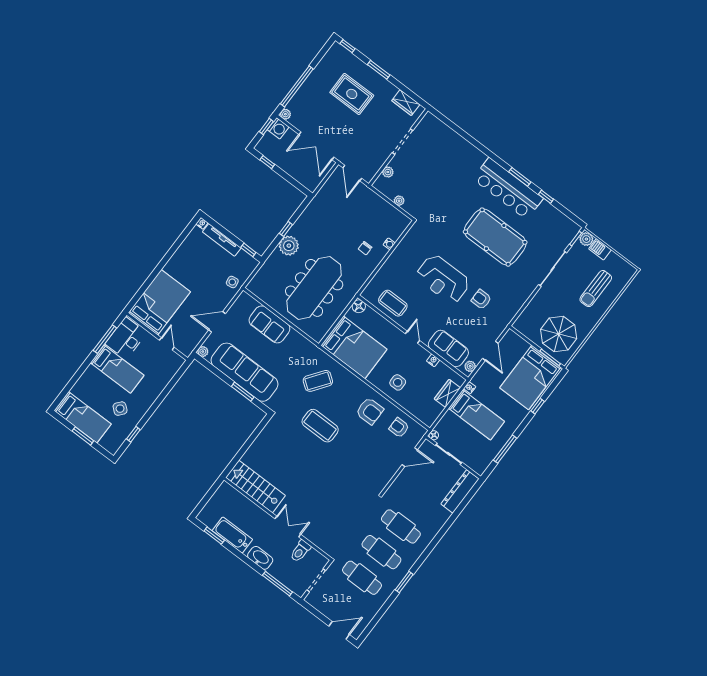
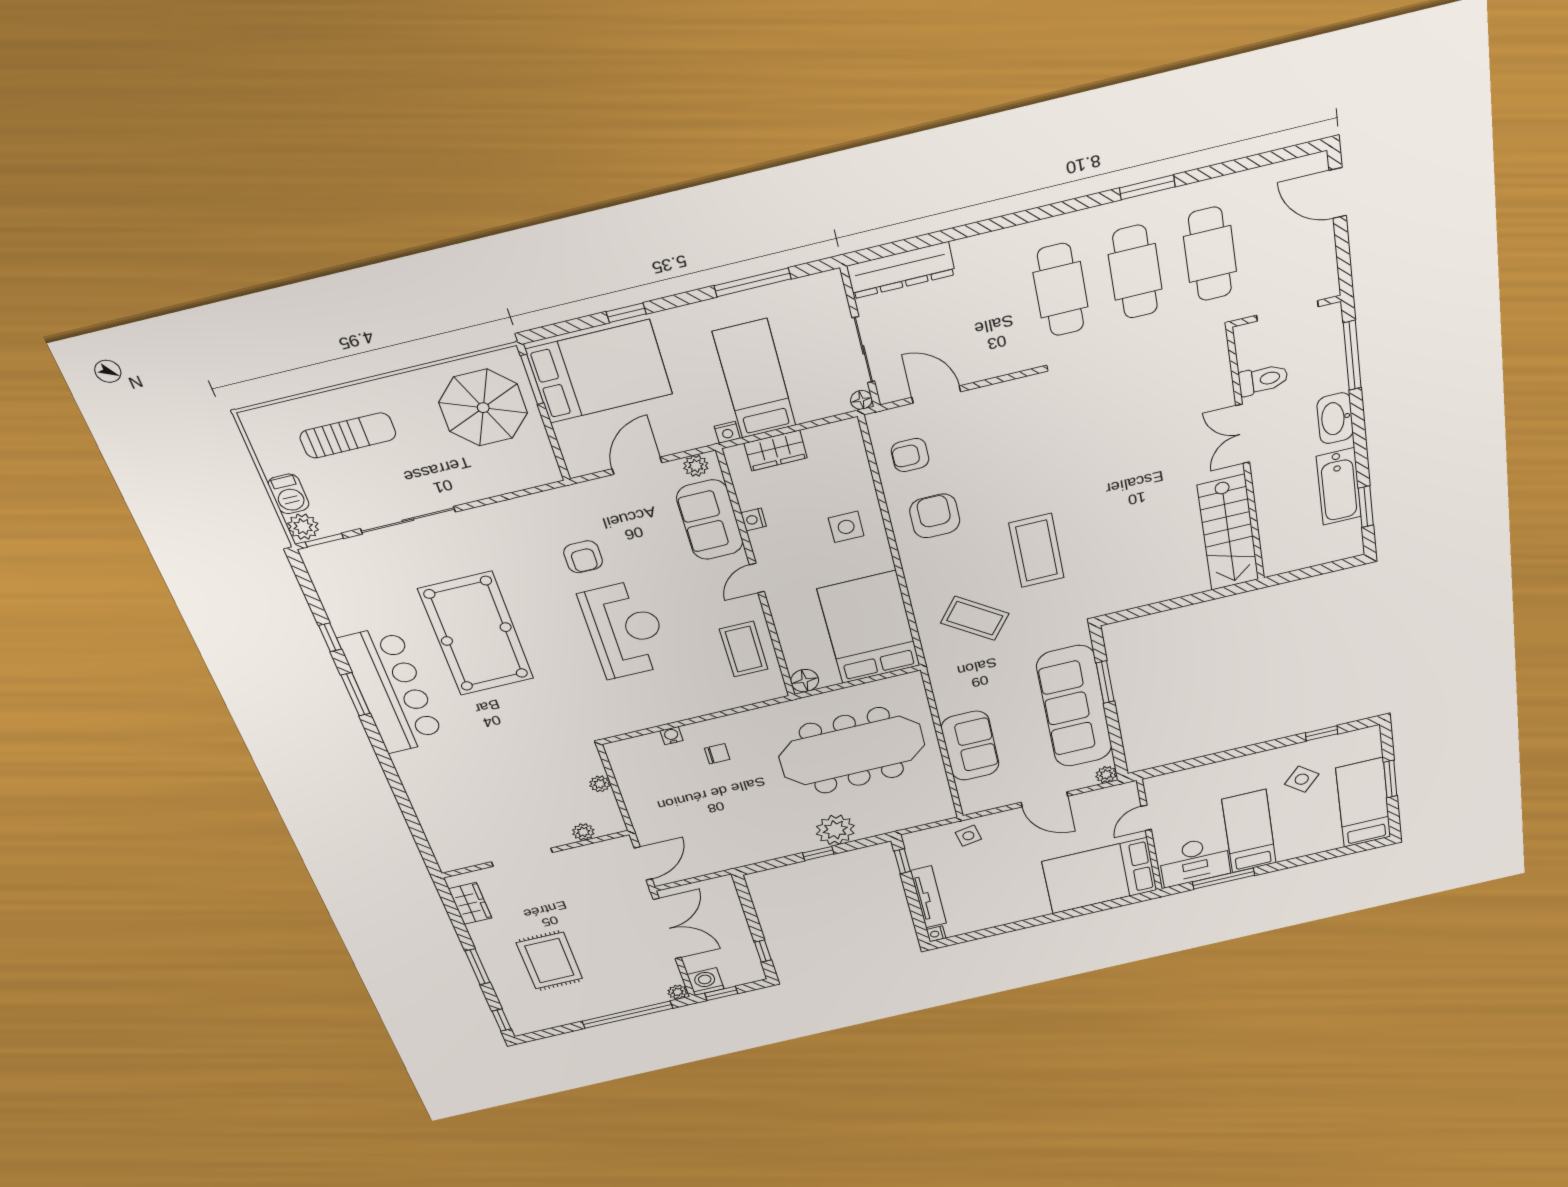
armchair: (399, 428) -> (910, 455), turned 90

